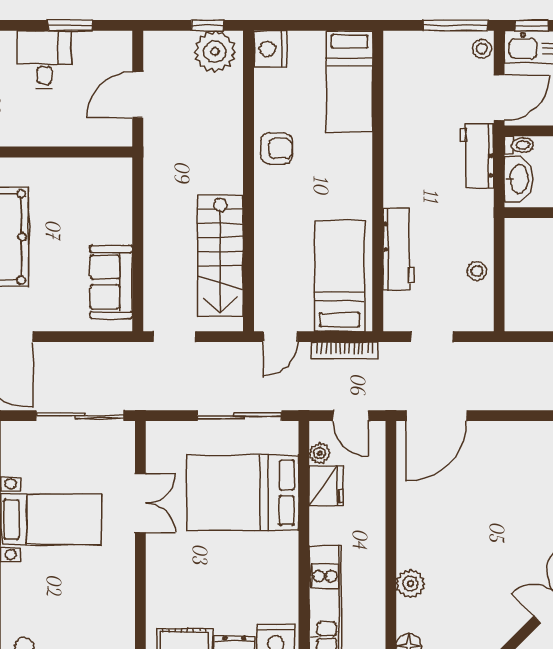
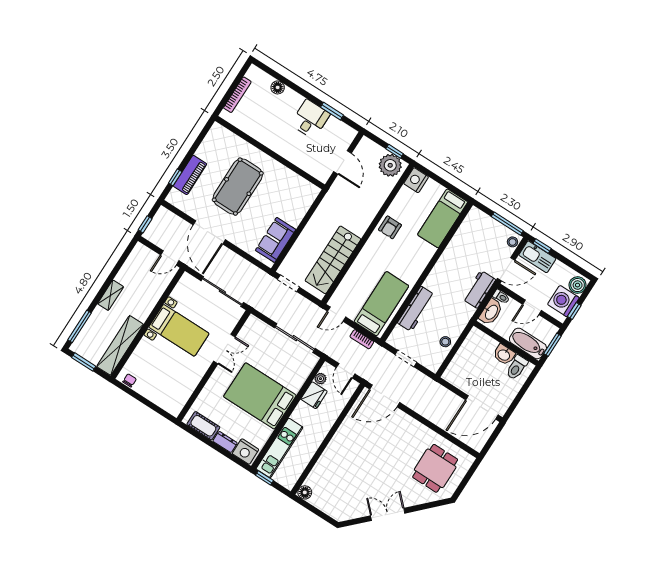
door: (138, 95) -> (342, 162), swing flipped
armchair: (277, 148) -> (390, 227), turned 90
bookcase: (345, 350) -> (362, 339), width x0.64
bed: (243, 493) -> (260, 396), moved
plant: (411, 583) -> (324, 465), removed

